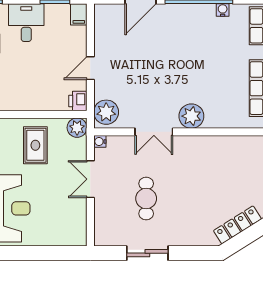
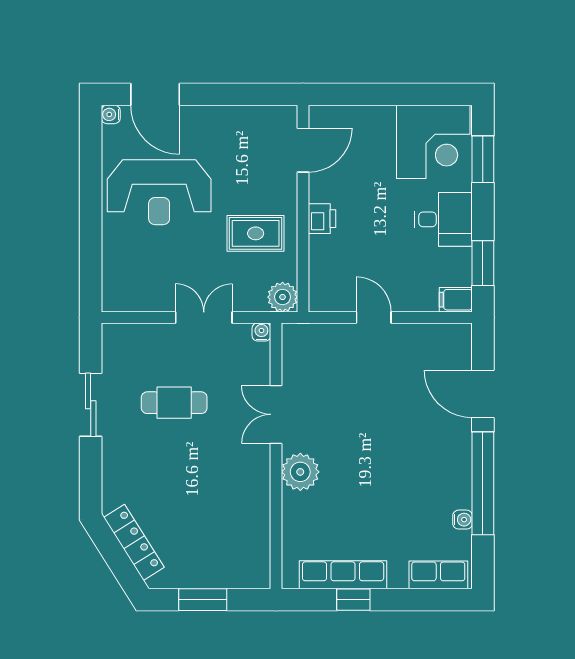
printer: (78, 101) -> (322, 219), moved, turned 90
plant: (106, 112) -> (306, 342), removed

